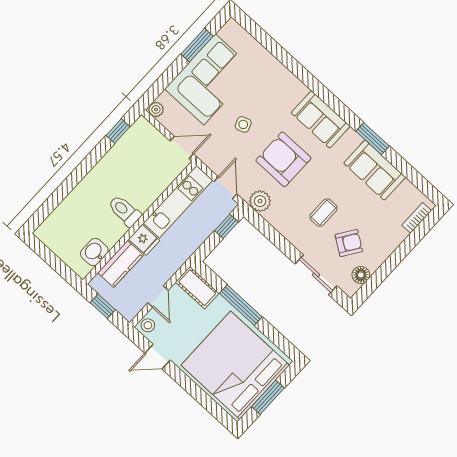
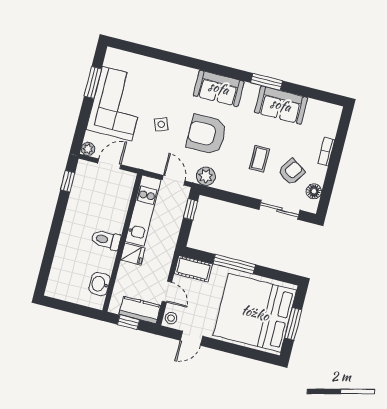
door: (182, 147) -> (109, 164), moved
bookcase: (417, 218) -> (326, 152), moved
kitchen counter: (121, 264) -> (140, 310), moved, turned -90

